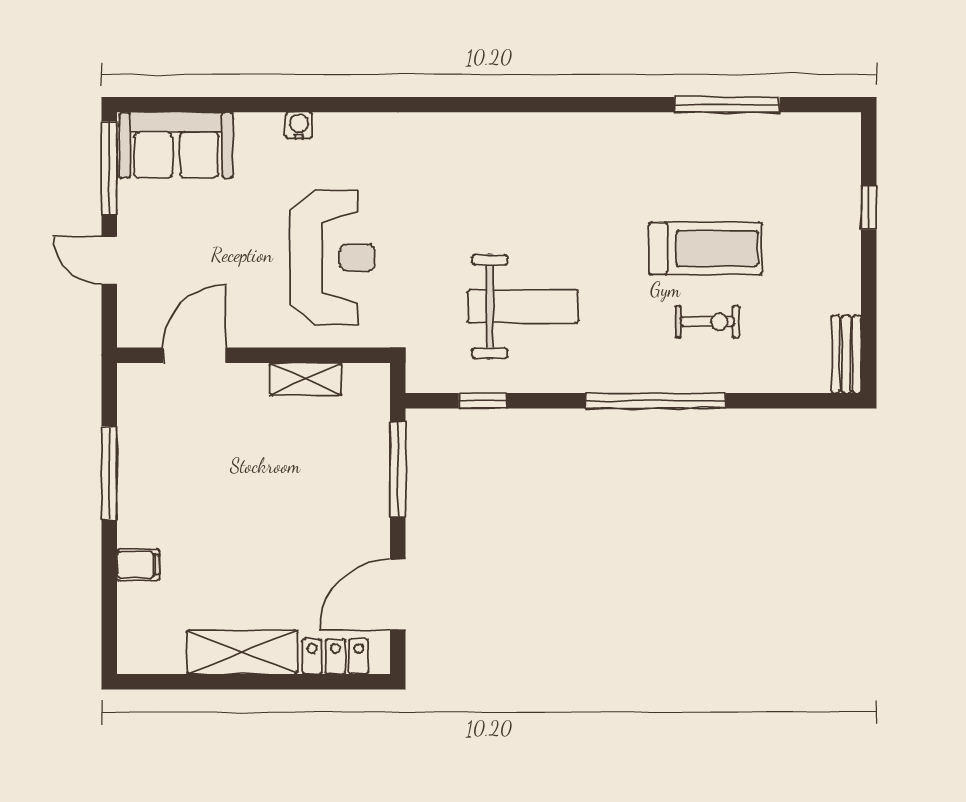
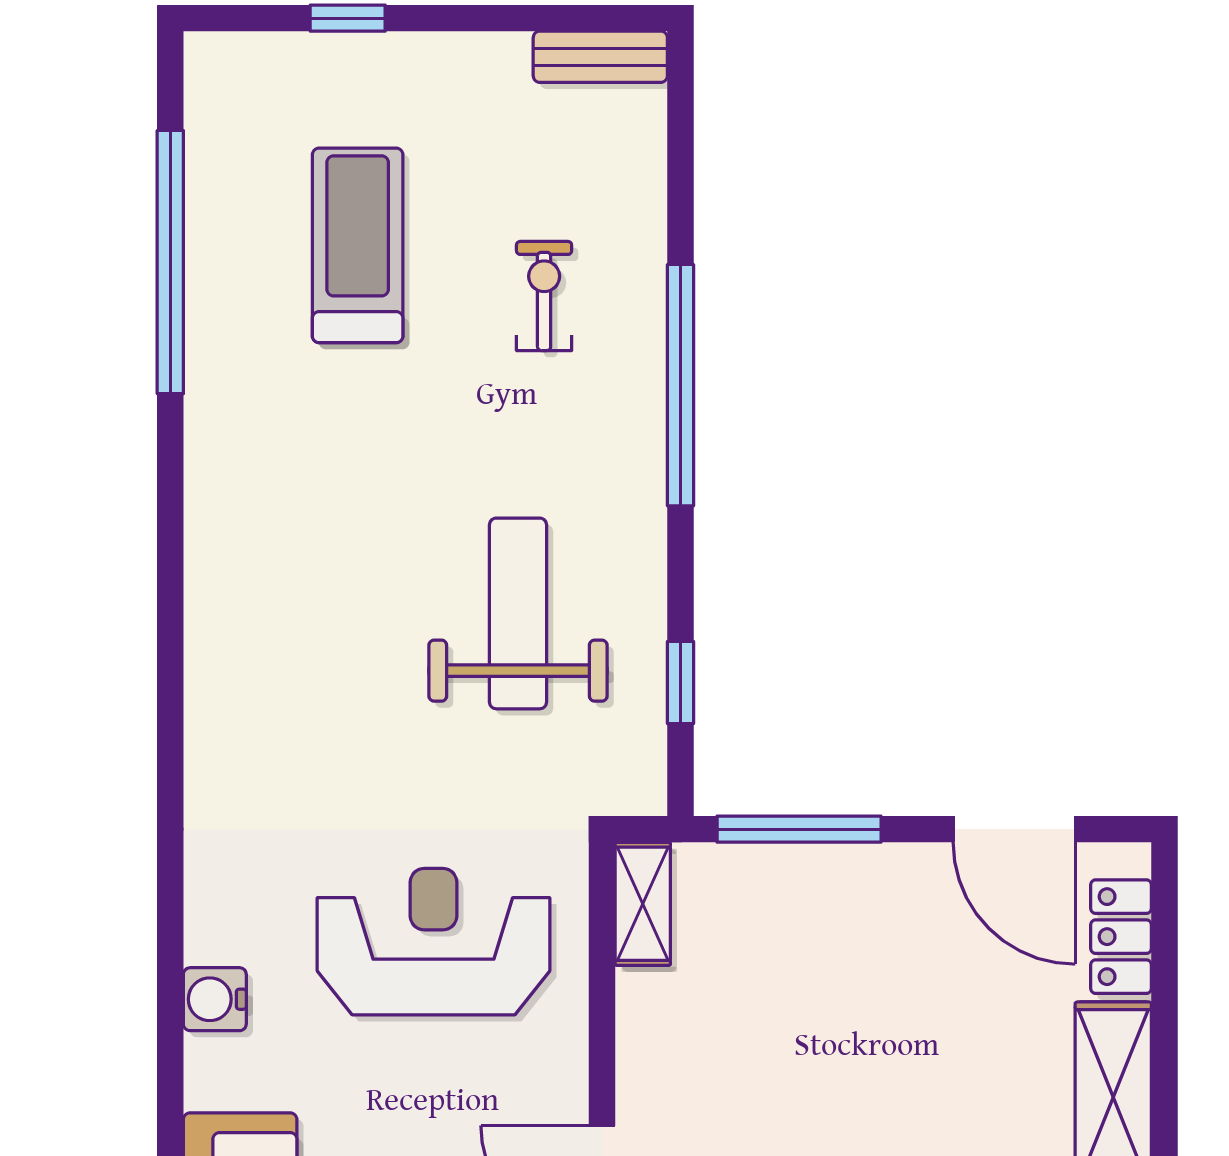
window: (727, 105) -> (170, 262), width x1.46
water cooler: (299, 125) -> (215, 999), width x1.38, depth x1.38
treadmill: (706, 248) -> (358, 245), moved
shelving: (306, 379) -> (643, 904), moved

